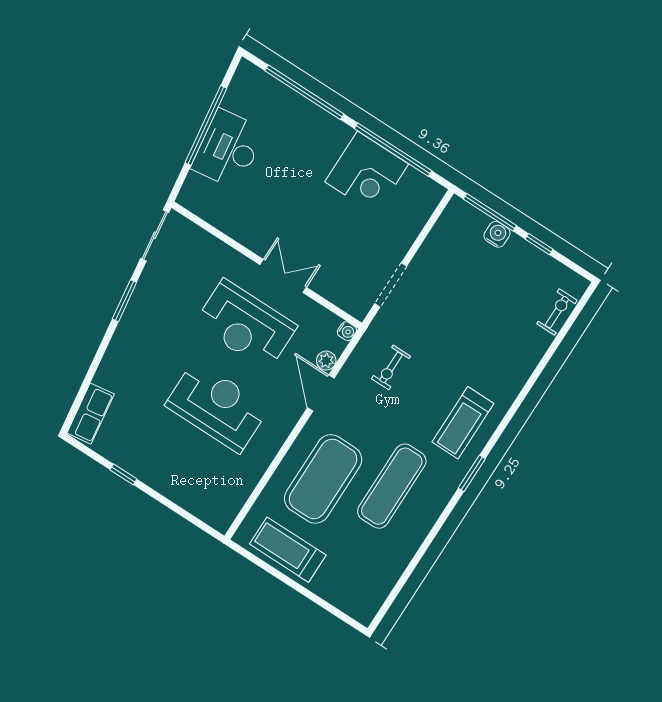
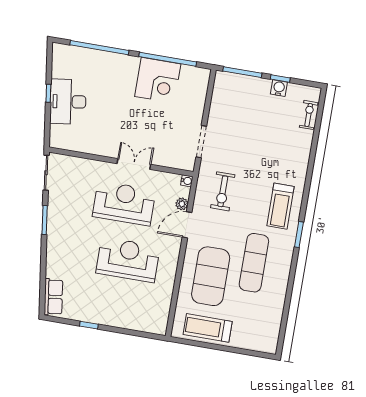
window: (206, 125) -> (48, 93), width x0.32
water cooler: (497, 234) -> (279, 88), moved
reception desk: (246, 325) -> (124, 203), turned 180
exercise bike: (391, 367) -> (223, 191), width x1.38, depth x1.39
door: (321, 393) -> (187, 225), hinge flipped

